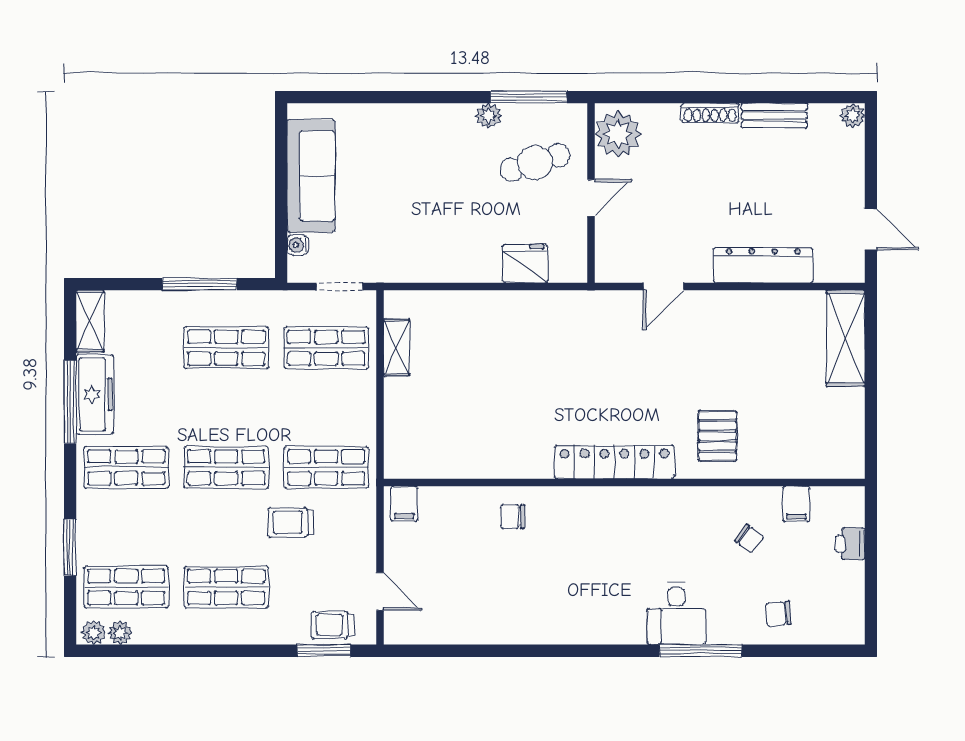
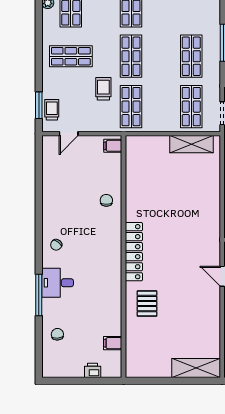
shelving: (397, 347) -> (191, 144), width x1.50, depth x1.33
pallet: (717, 436) -> (147, 304), turned 90
chair: (749, 538) -> (56, 245), moved
shop shelf: (226, 587) -> (71, 56), turned 90

